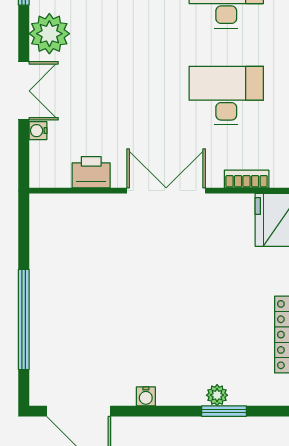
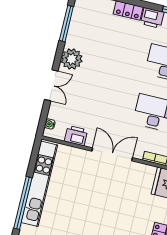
water cooler: (38, 131) -> (50, 124), moved
kitchen unit: (45, 277) -> (39, 184), added

